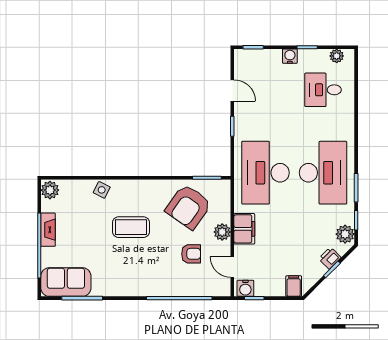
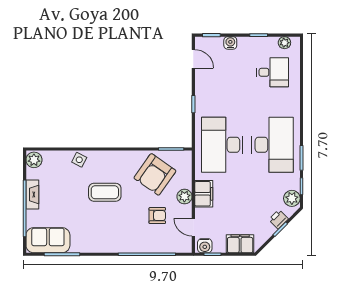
water cooler: (290, 56) -> (230, 43), moved
desk: (323, 90) -> (273, 72), turned 180
door: (232, 91) -> (193, 59), moved
filing cabinet: (294, 286) -> (240, 244), width x2.00

